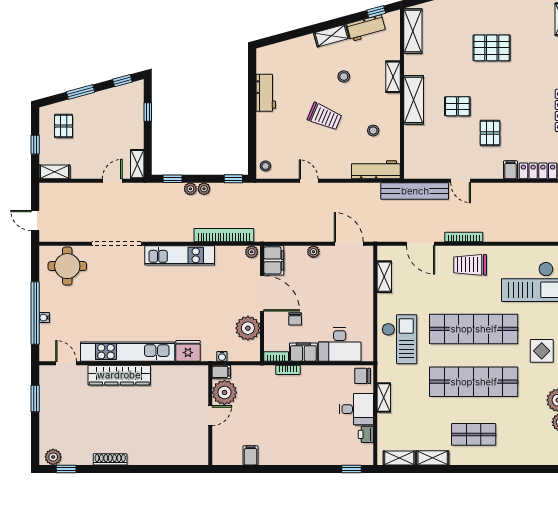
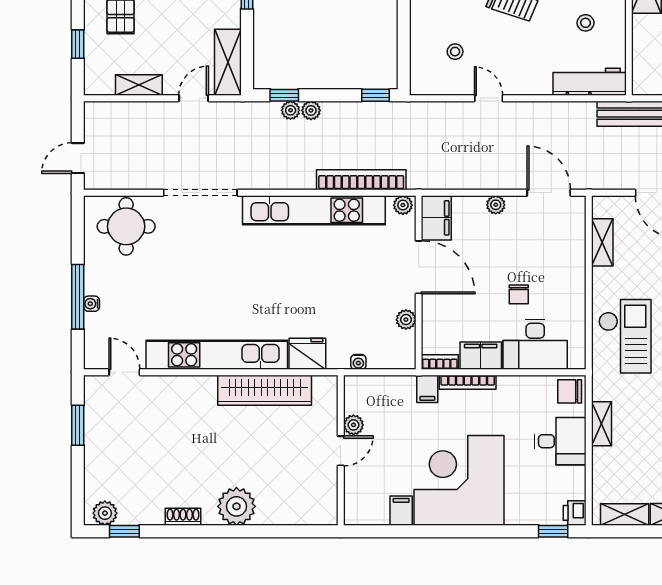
shelving: (137, 164) -> (228, 62), width x1.50, depth x1.33
stool: (266, 166) -> (455, 52), moved
shelving: (54, 172) -> (139, 85), moved
plant: (204, 189) -> (291, 110), moved
door: (35, 221) -> (78, 158), hinge flipped
kitchen unit: (180, 255) -> (314, 210), width x1.36
window: (35, 313) -> (78, 297), width x0.68
chair: (295, 319) -> (519, 294), moved
plant: (248, 328) -> (406, 320), width x0.53, depth x0.53
bookcase: (288, 370) -> (468, 382), width x1.56
filing cabinet: (221, 372) -> (427, 389), moved, turned 90
wardrobe: (119, 375) -> (265, 390), moved
plant: (224, 392) -> (353, 425), width x0.53, depth x0.53
printer: (366, 434) -> (575, 513), moved
corner desk: (289, 435) -> (459, 480), added
plant: (141, 453) -> (236, 506), added
shoe rack: (110, 459) -> (183, 517), width x0.70

